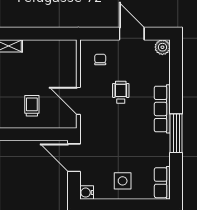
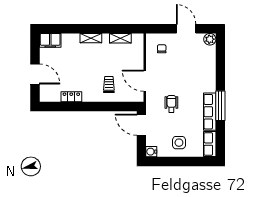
shelving: (47, 46) -> (120, 38), added
wheelchair: (121, 92) -> (171, 104), moved
row of seats: (162, 109) -> (210, 112), moved

